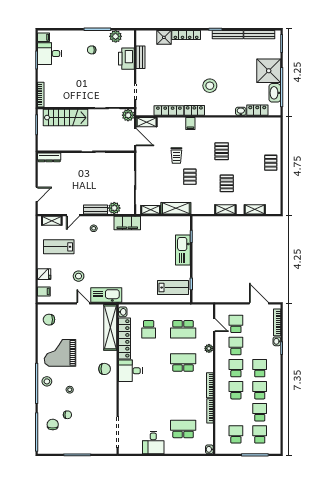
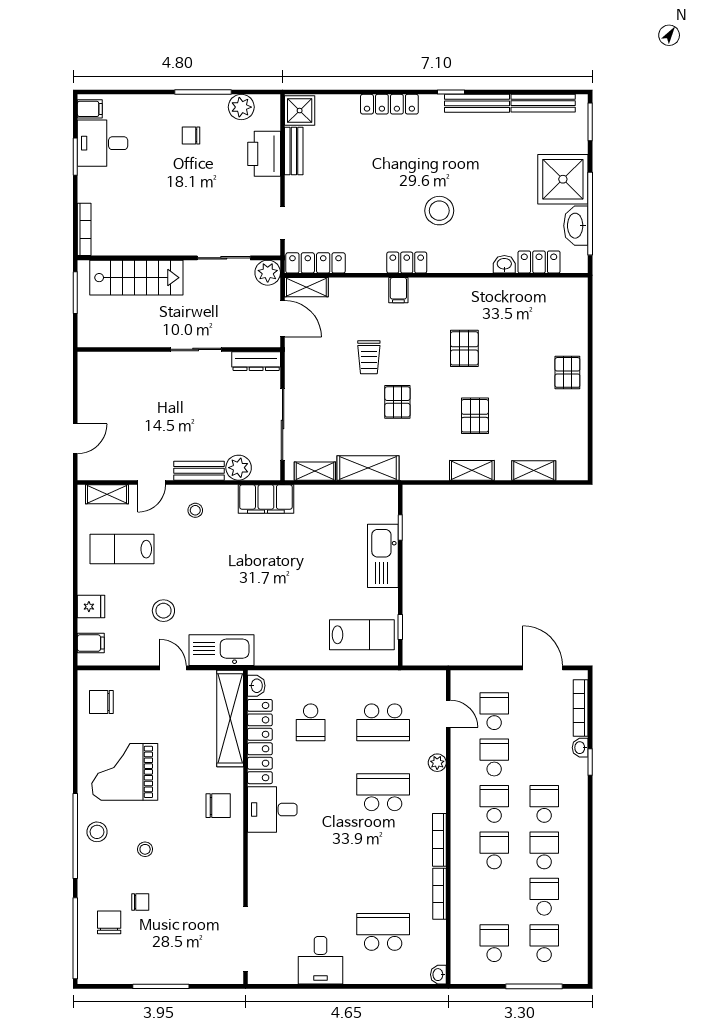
shower: (164, 37) -> (300, 111), moved
locker: (169, 111) -> (315, 263), moved
dresser: (49, 157) -> (256, 361), moved

